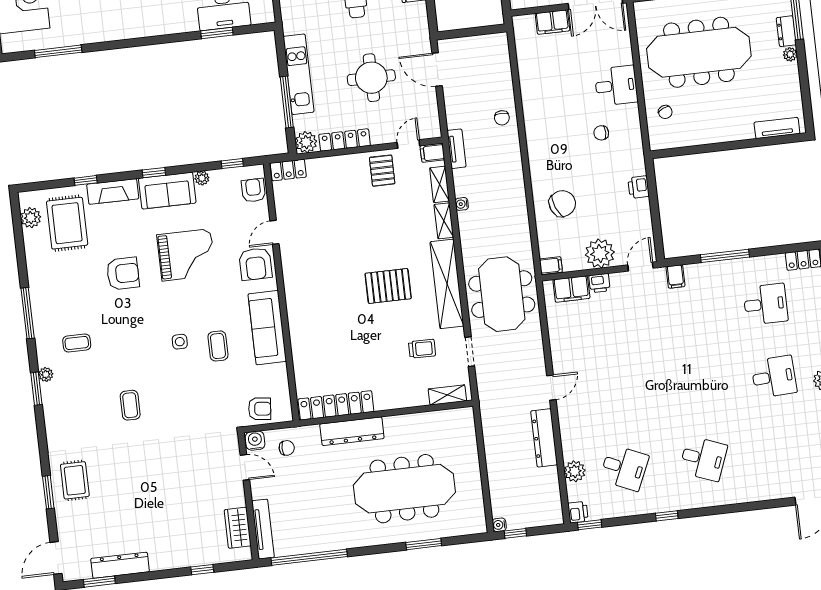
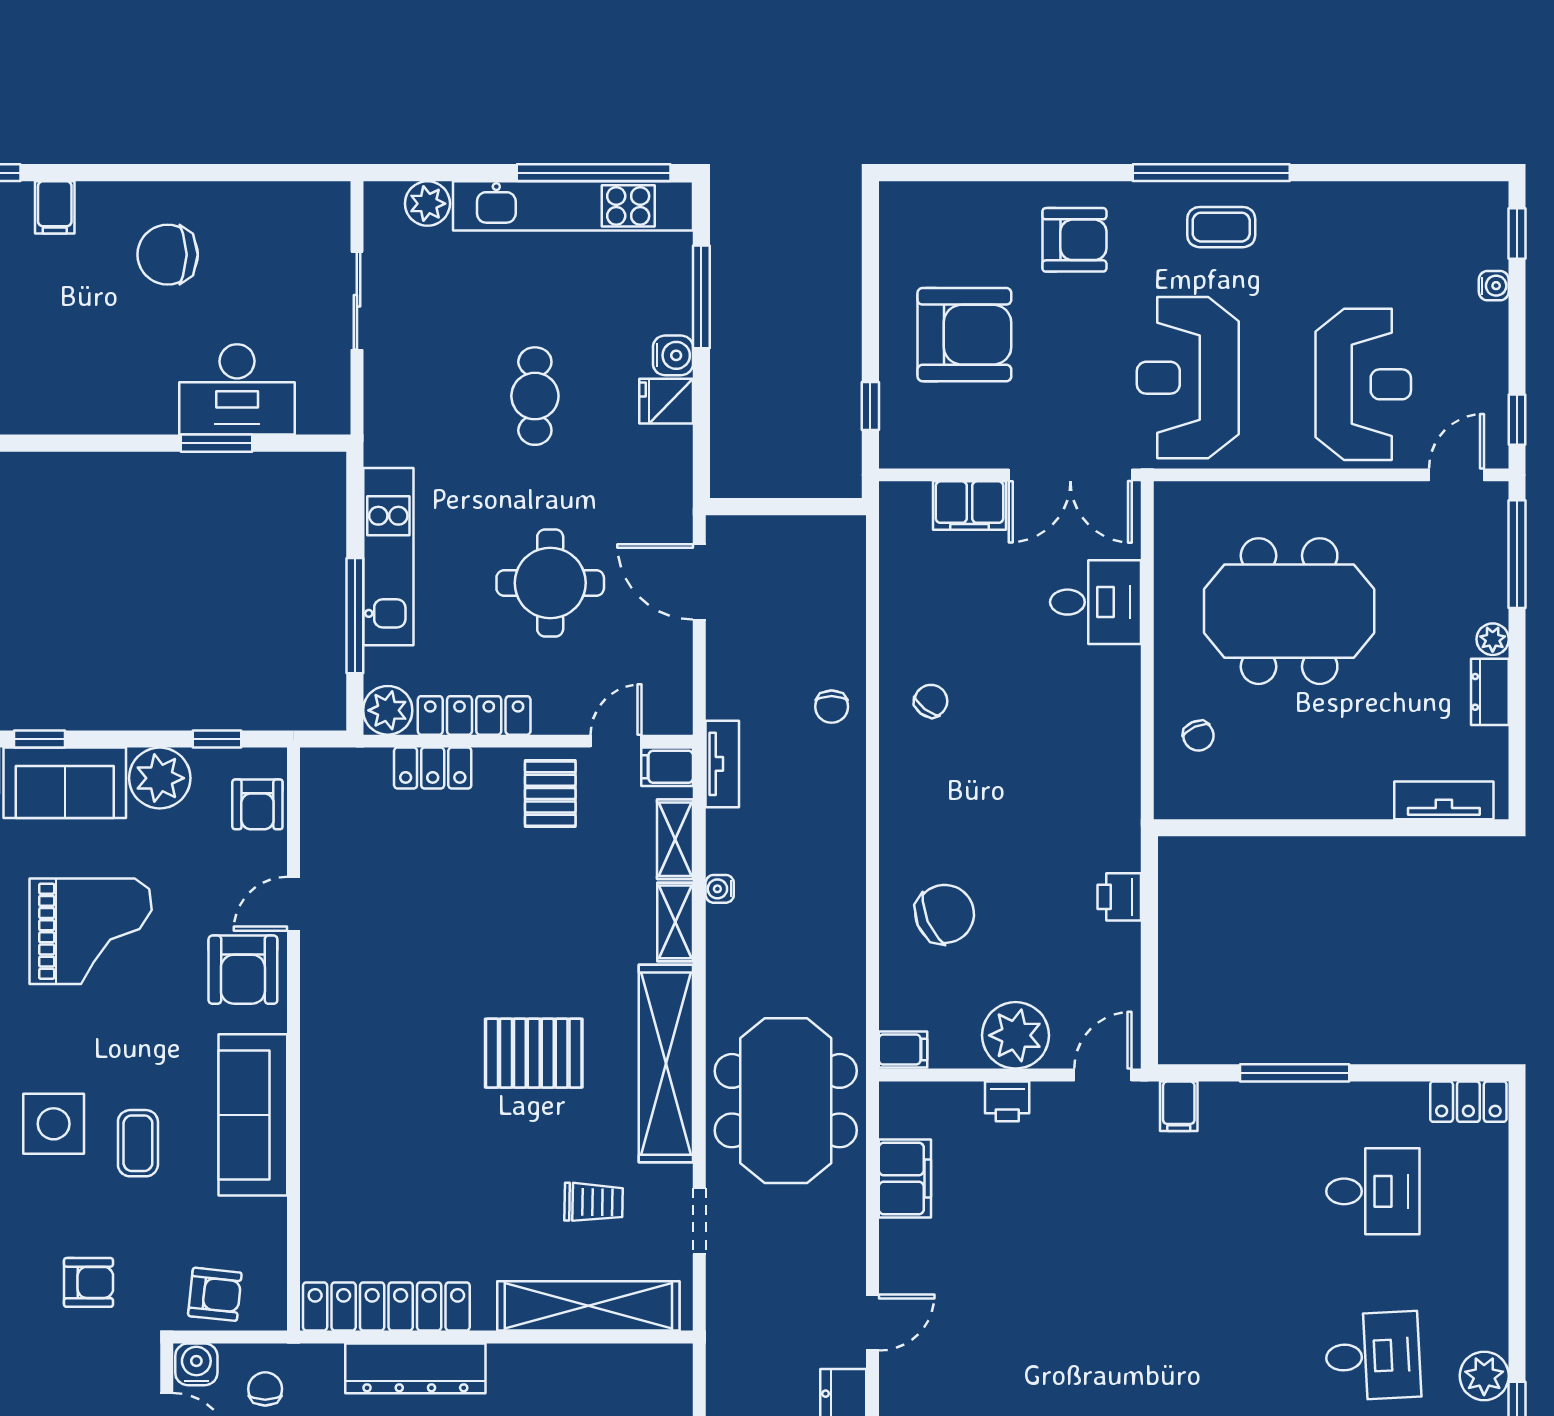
dresser: (786, 31) -> (1490, 692), moved
meeting table: (699, 52) -> (1289, 611), width x0.73
desk: (616, 86) -> (1096, 602), moved
chair: (601, 133) -> (931, 701), moved, turned 127
locker: (288, 170) -> (433, 768), moved
plant: (202, 178) -> (160, 778), width x1.88, depth x1.88
armchair: (253, 190) -> (257, 804), turned 180
filing cabinet: (571, 289) -> (905, 1179), moved, turned -90
side table: (180, 342) -> (54, 1124), width x1.87, depth x1.87
shelving: (447, 395) -> (588, 1306), width x2.20, depth x1.33
armchair: (203, 410) -> (89, 1282), added
chair: (287, 448) -> (265, 1389), turned -90

